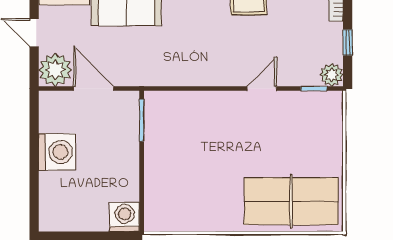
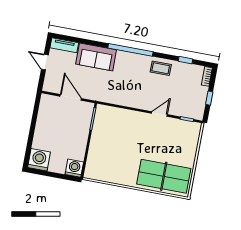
plant: (55, 70) -> (52, 84), removed
plant: (332, 75) -> (198, 114), removed
washing machine: (57, 152) -> (39, 160), moved, turned -90

